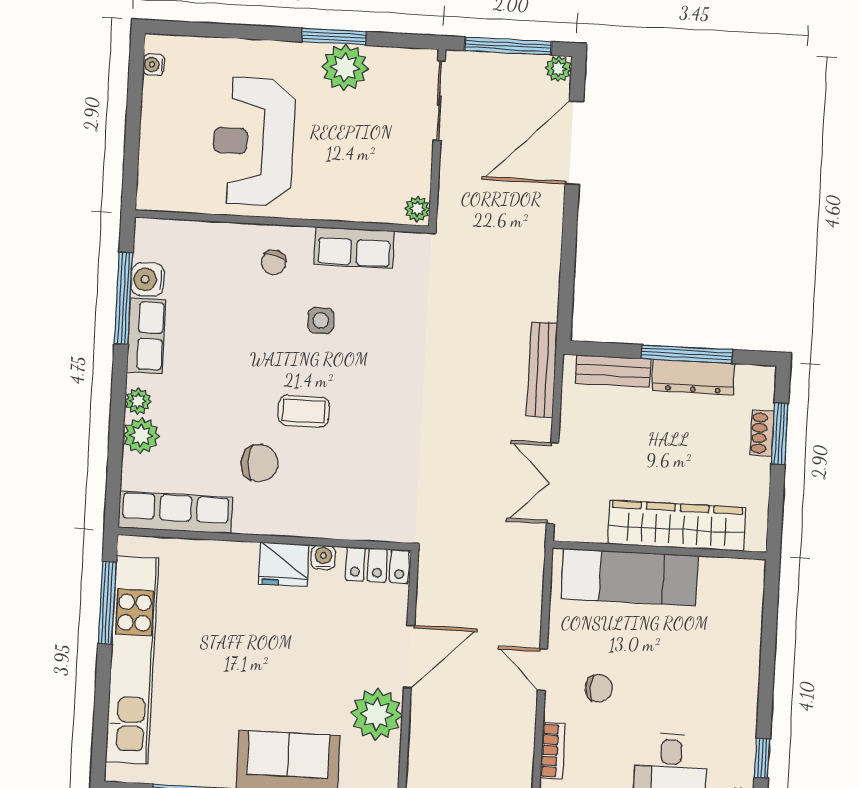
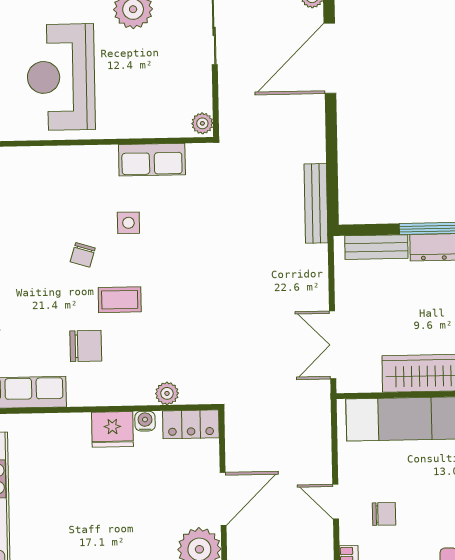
chair: (274, 262) -> (83, 255), moved
bench: (542, 370) -> (316, 203), moved
plant: (352, 526) -> (167, 393), added

